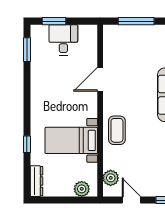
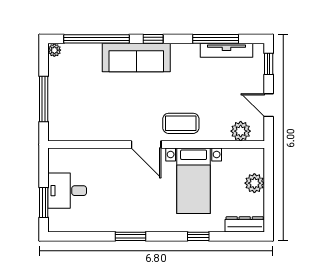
window: (27, 50) -> (130, 236), moved
door: (100, 79) -> (146, 144), moved
plant: (82, 189) -> (254, 183), moved
door: (131, 200) -> (269, 105), hinge flipped

